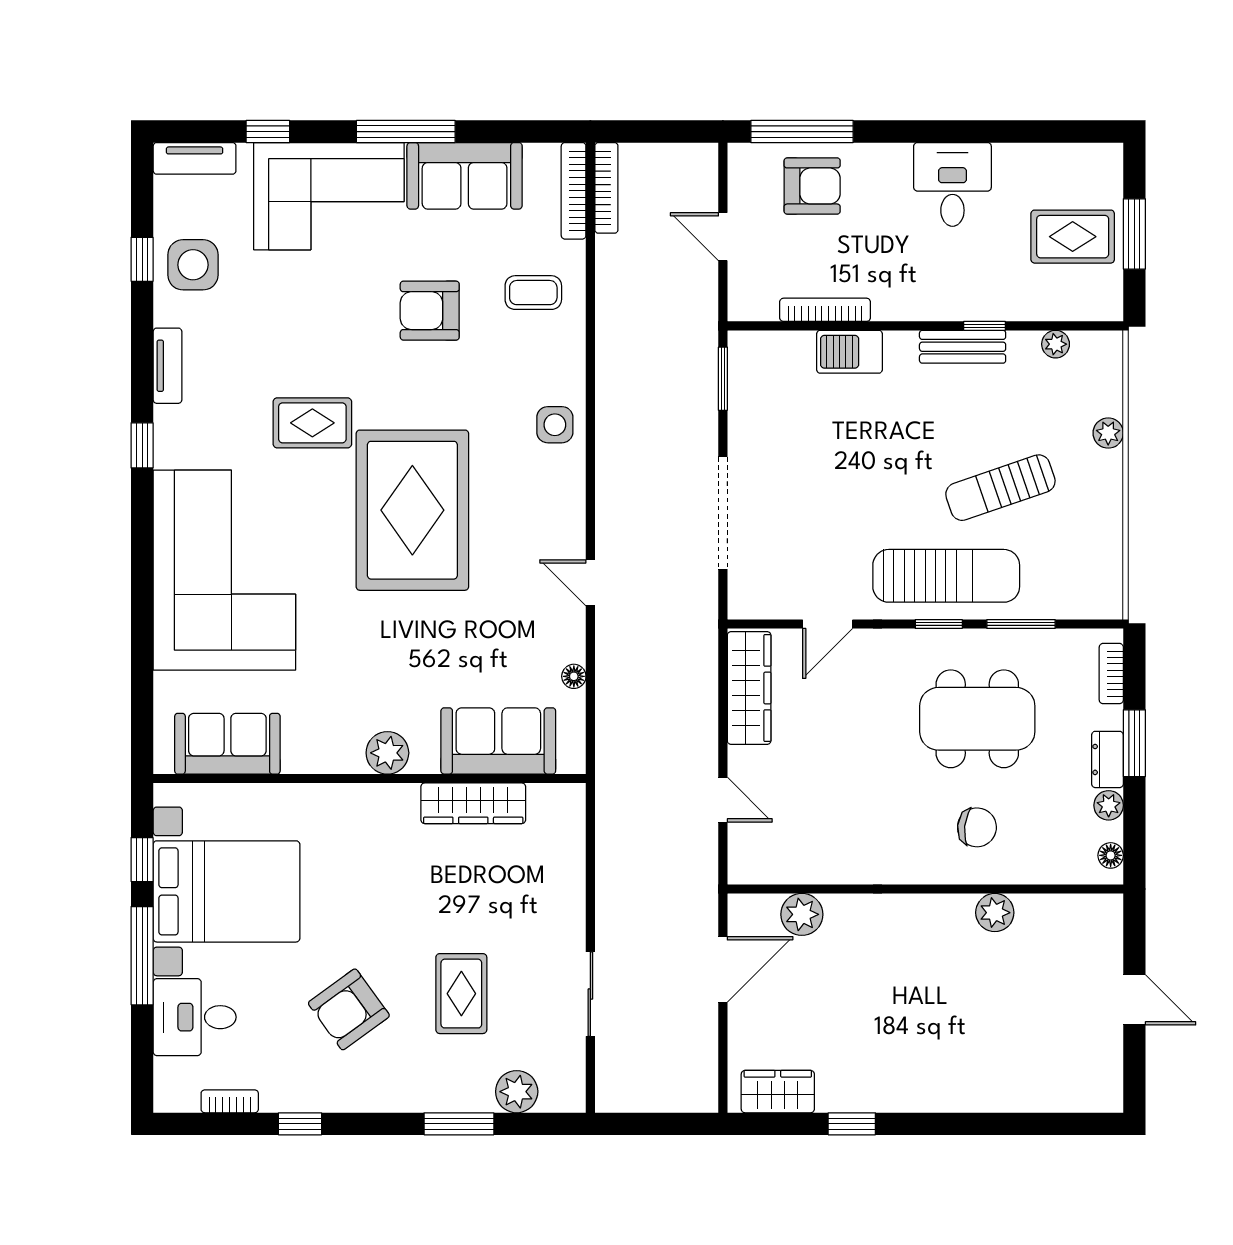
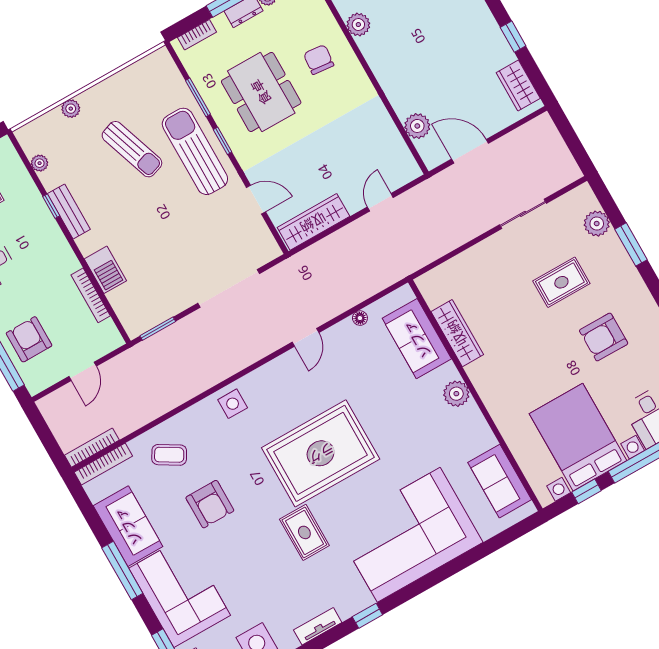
coffee table: (533, 293) -> (169, 455), turned -59
armchair: (349, 1009) -> (604, 337), turned 126

